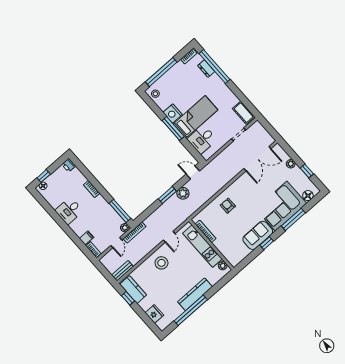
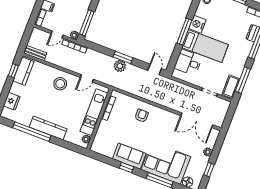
window: (243, 99) -> (243, 80), added
plant: (183, 193) -> (120, 66), moved

